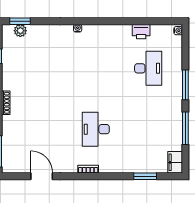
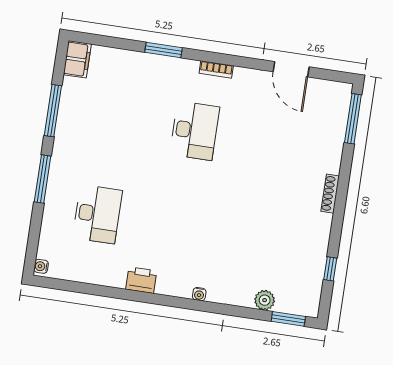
plant: (20, 31) -> (265, 300), moved
printer: (141, 32) -> (141, 280), moved
desk: (148, 68) -> (97, 214), turned 180
window: (145, 176) -> (164, 50), moved

